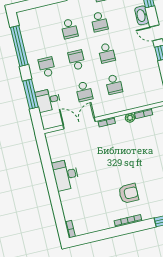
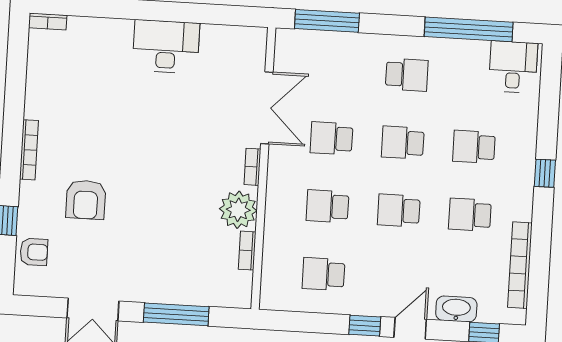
school desk: (77, 60) -> (403, 143), turned 180
school desk: (144, 77) -> (323, 274), added
window: (31, 94) -> (327, 21), moved
desk: (48, 100) -> (513, 67), moved
plant: (130, 118) -> (238, 210), width x1.87, depth x1.87
armchair: (129, 193) -> (86, 200), moved

